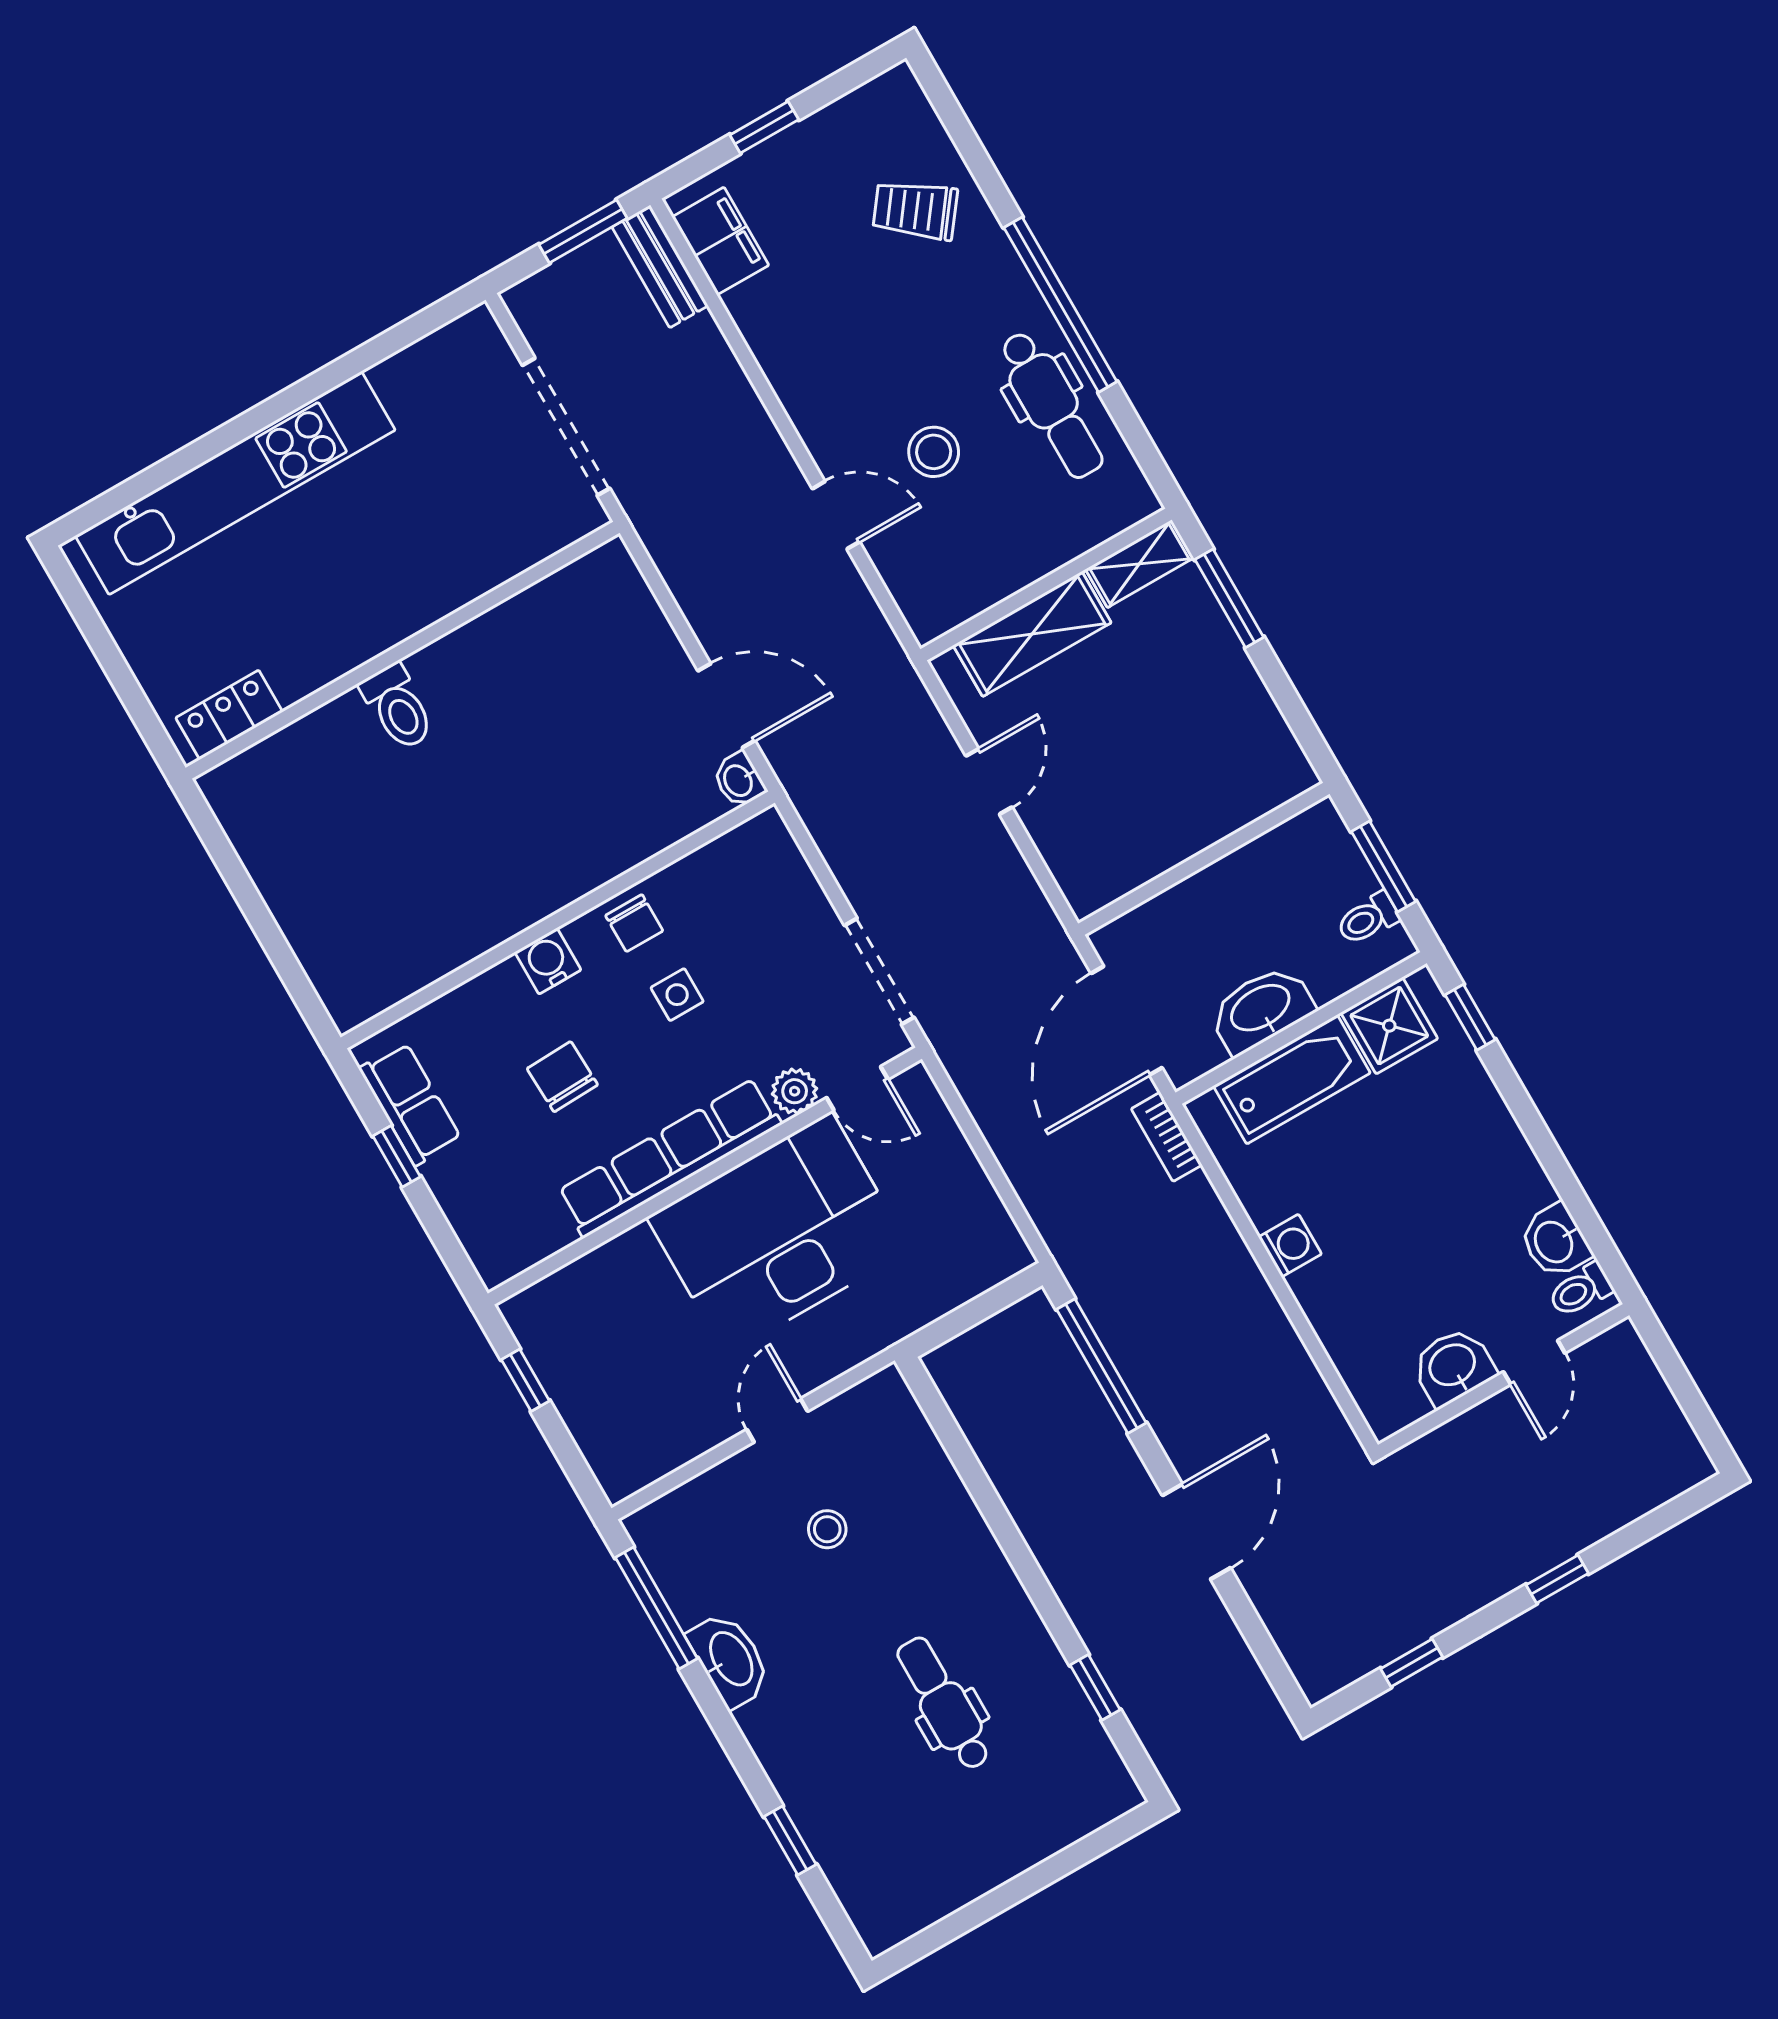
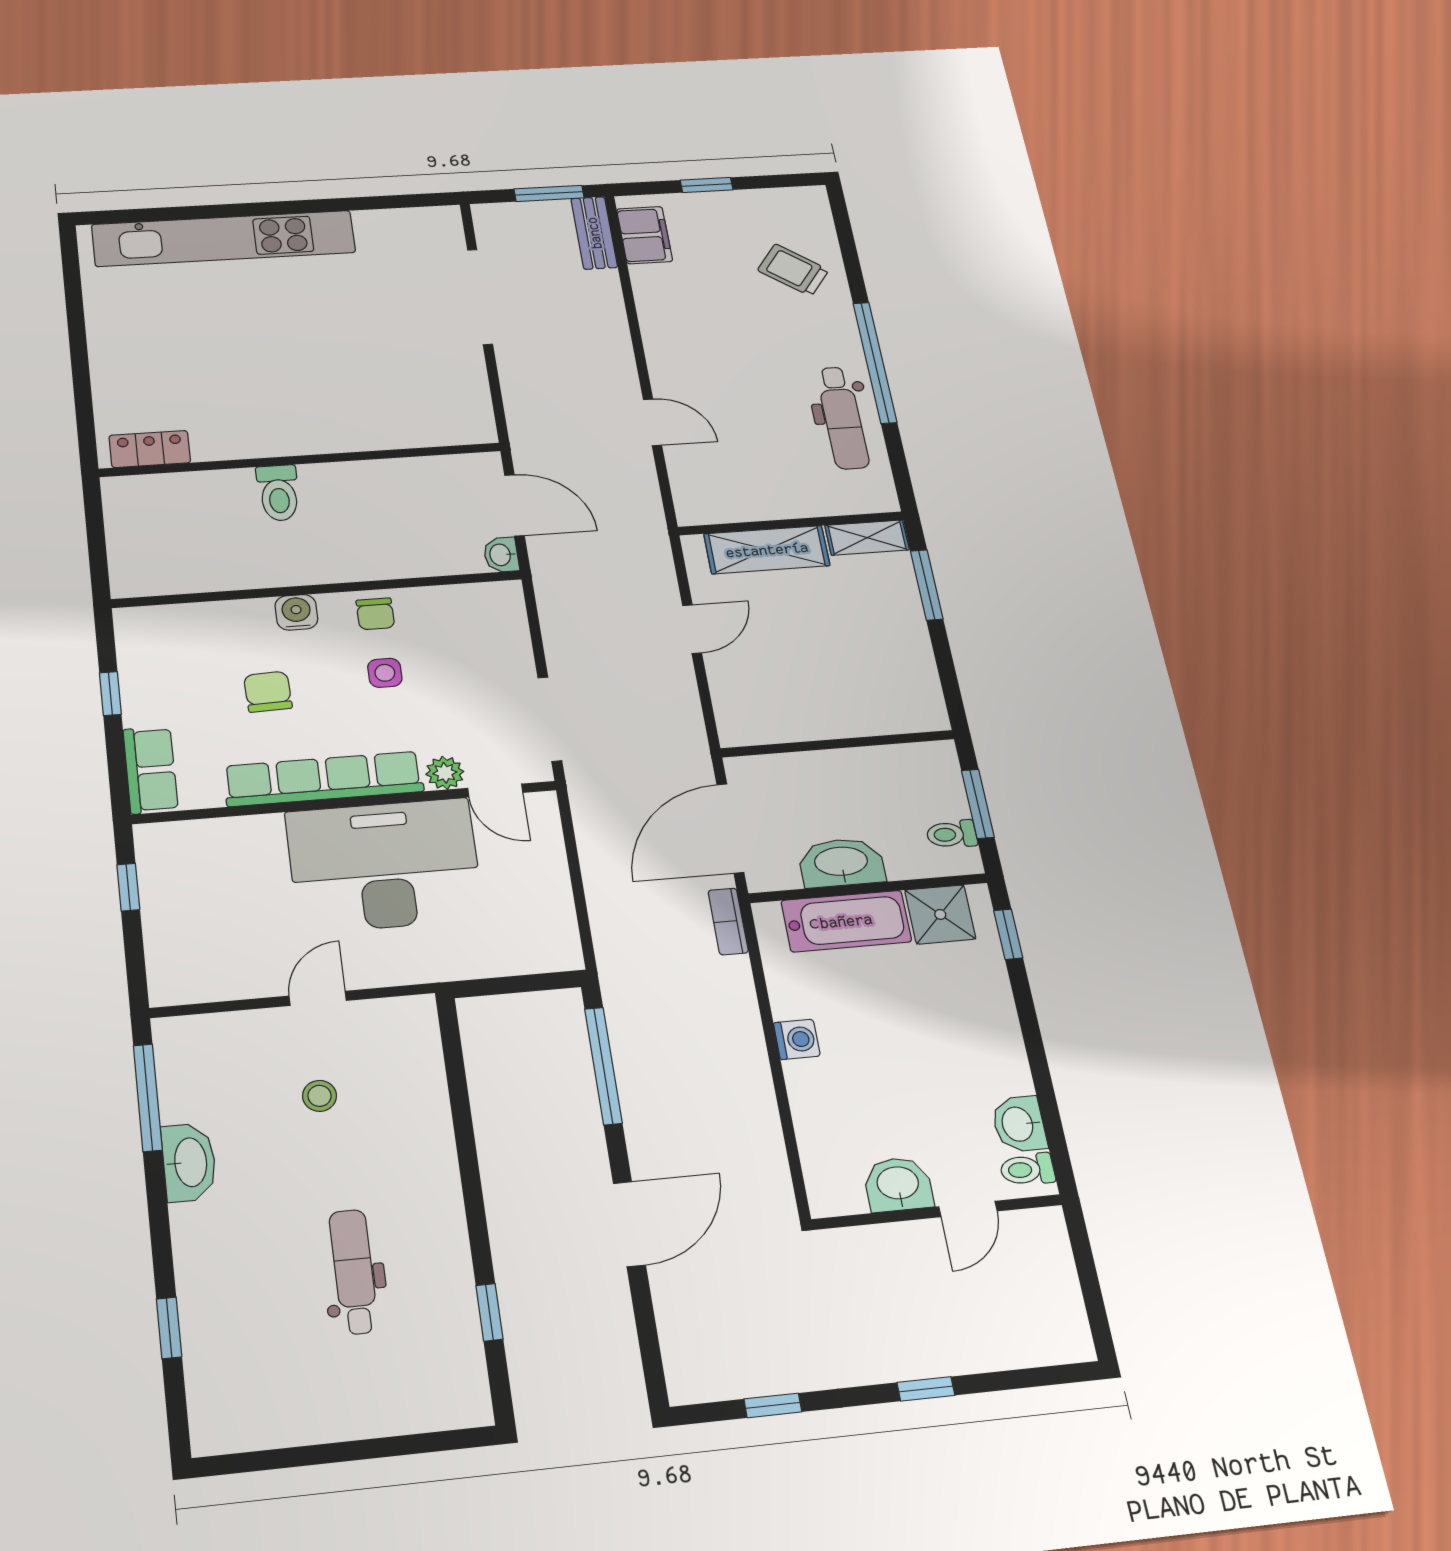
stool: (934, 452) -> (743, 412), removed
wall: (403, 650) -> (301, 460), moved
toilet: (398, 707) -> (279, 493), moved
locker: (229, 715) -> (150, 449), moved
row of seats: (410, 1104) -> (151, 770), moved

